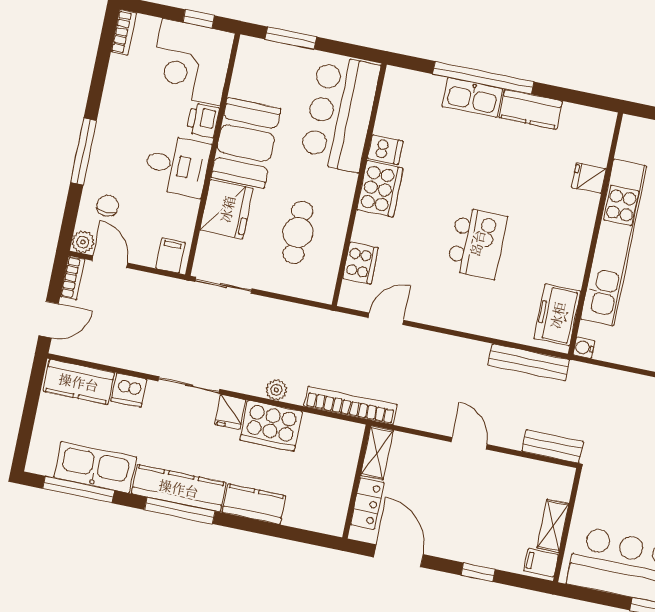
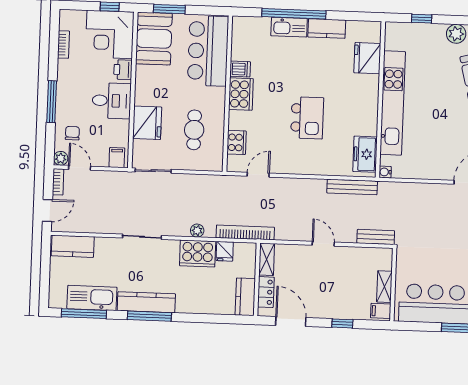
bookcase: (124, 32) -> (63, 45), moved
booth: (246, 143) -> (154, 39), moved
fridge: (589, 178) -> (367, 58), width x1.88, depth x1.34
dishwasher: (129, 390) -> (105, 246), removed
fridge: (230, 412) -> (225, 251), moved
kitchen counter: (254, 504) -> (245, 297), moved, turned -90

